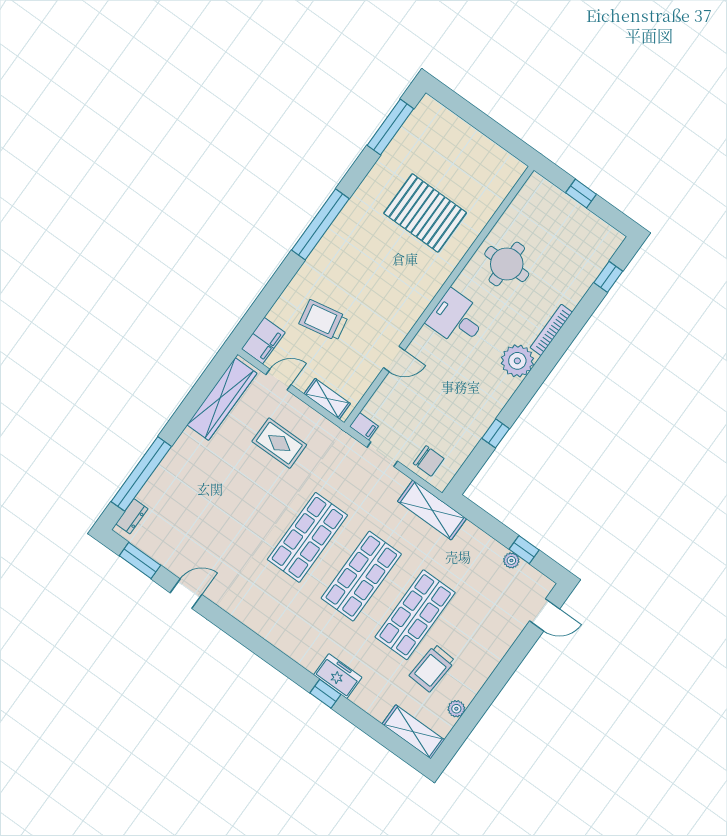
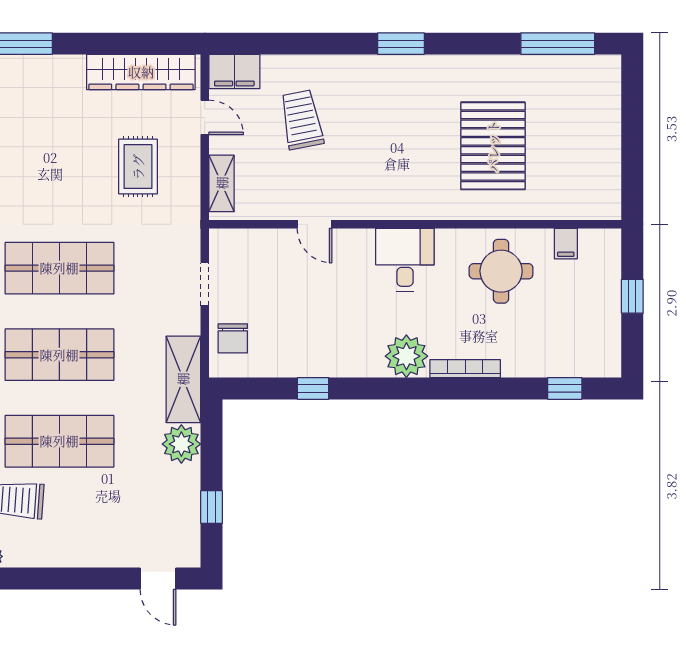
window: (320, 224) -> (401, 44), width x0.47
filing cabinet: (364, 426) -> (566, 244), moved
plant: (511, 560) -> (181, 444), moved, width x1.88, depth x1.88

